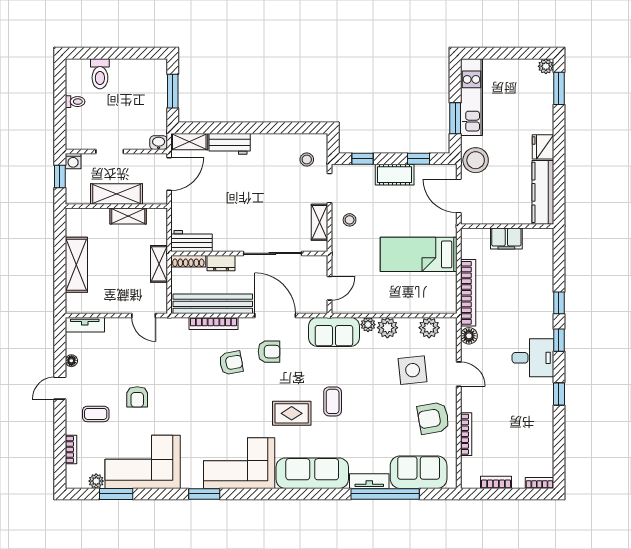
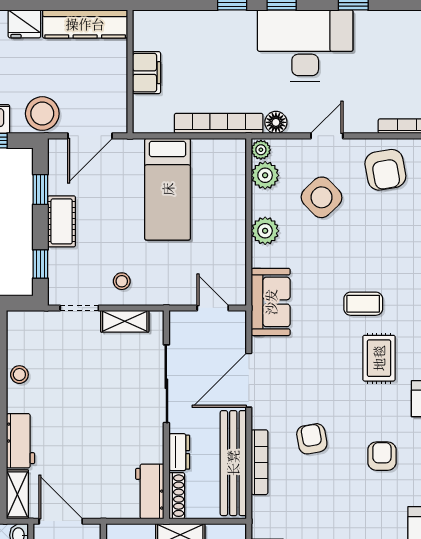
stool: (307, 160) -> (19, 375), moved
plant: (368, 325) -> (261, 150), moved
armchair: (269, 352) -> (382, 456), moved
desk: (533, 358) -> (305, 46), width x1.87, depth x1.30
side table: (413, 370) -> (322, 197), turned -38

